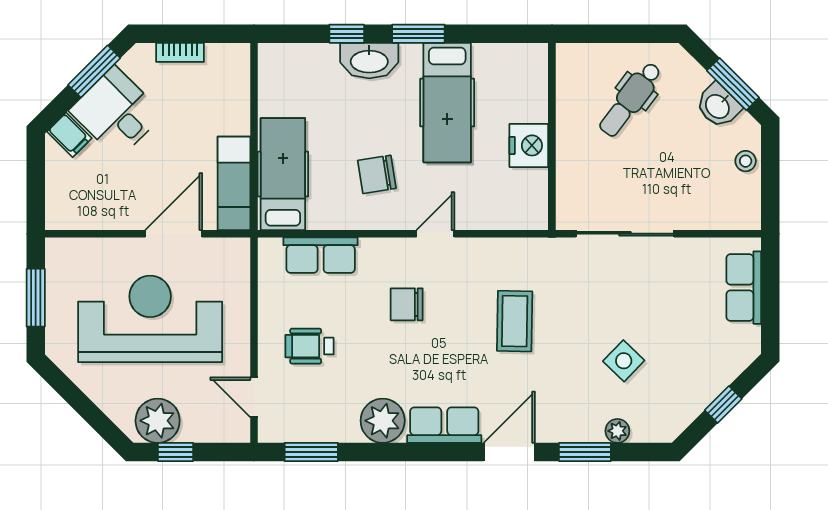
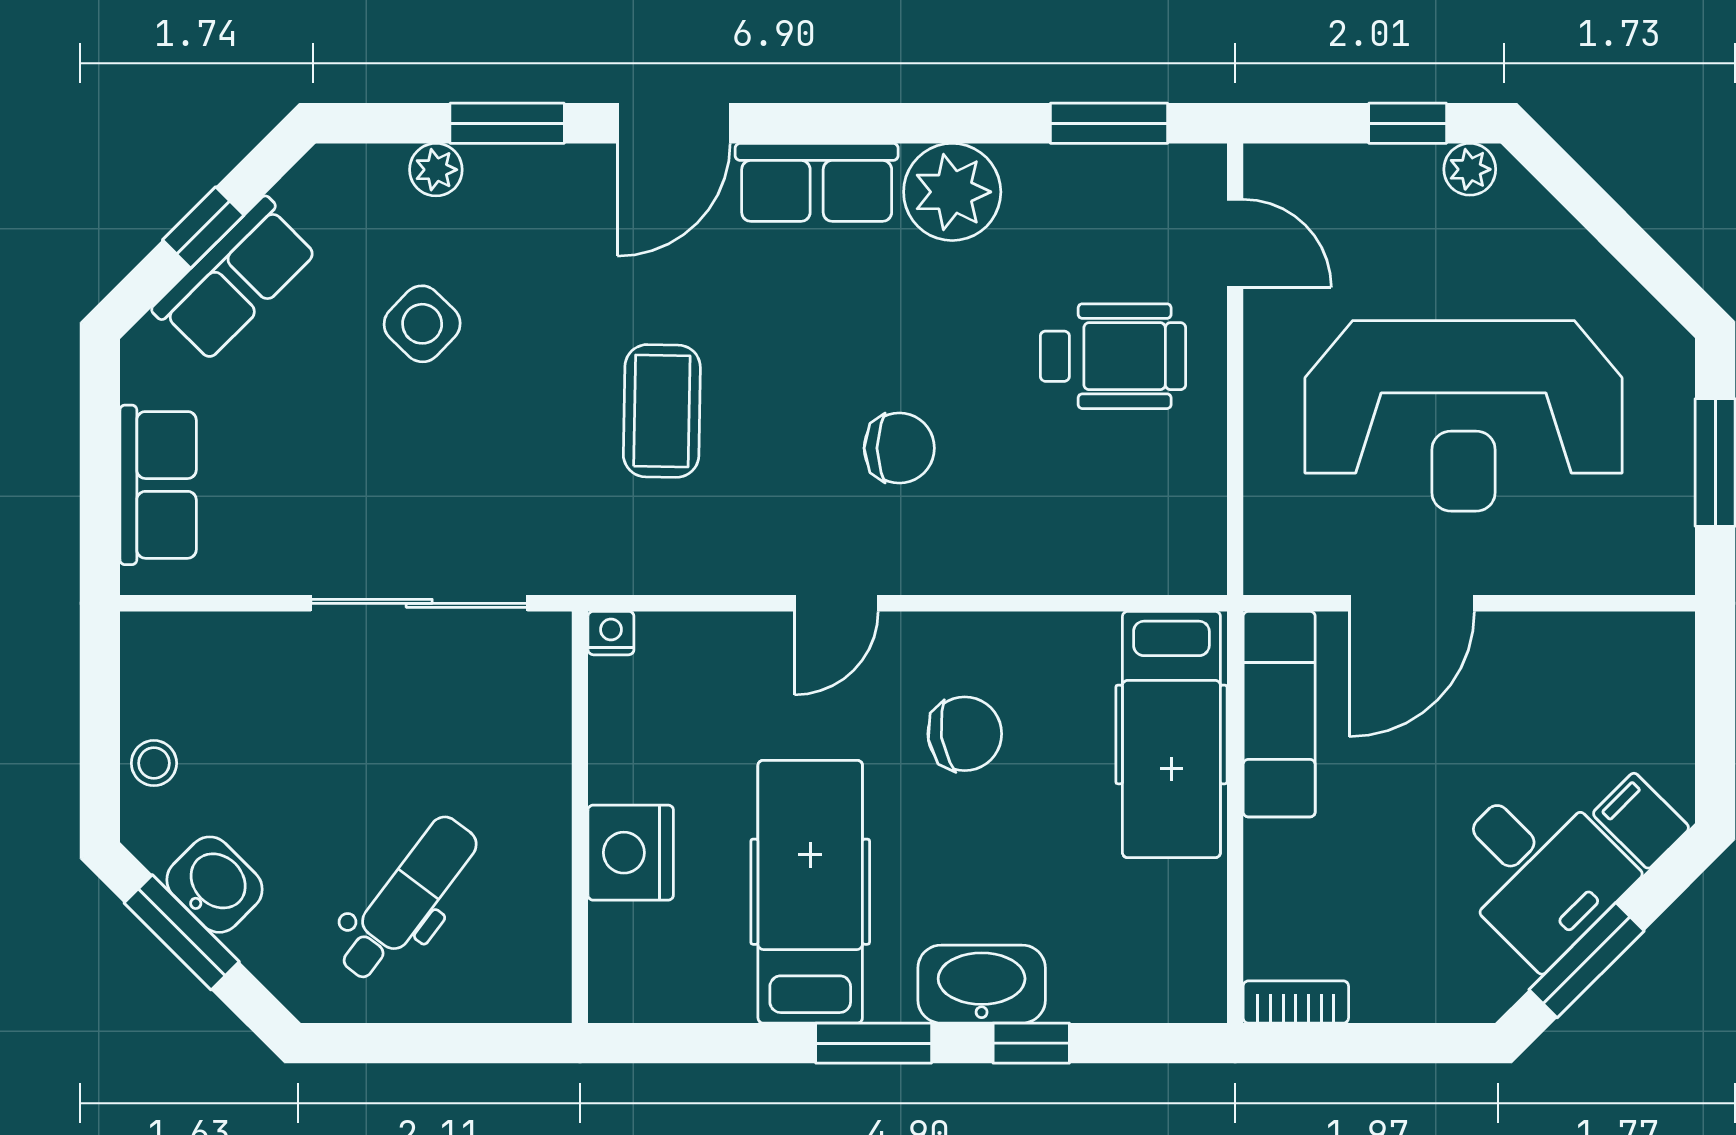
bookcase: (180, 52) -> (1296, 1002), moved
nightstand: (529, 145) -> (631, 853), moved
nightstand: (538, 220) -> (611, 633), added
row of seats: (321, 255) -> (235, 279), moved, turned 135
wheelchair: (310, 346) -> (1113, 356), width x1.36, depth x1.37
plant: (158, 421) -> (1470, 169), width x0.53, depth x0.53

